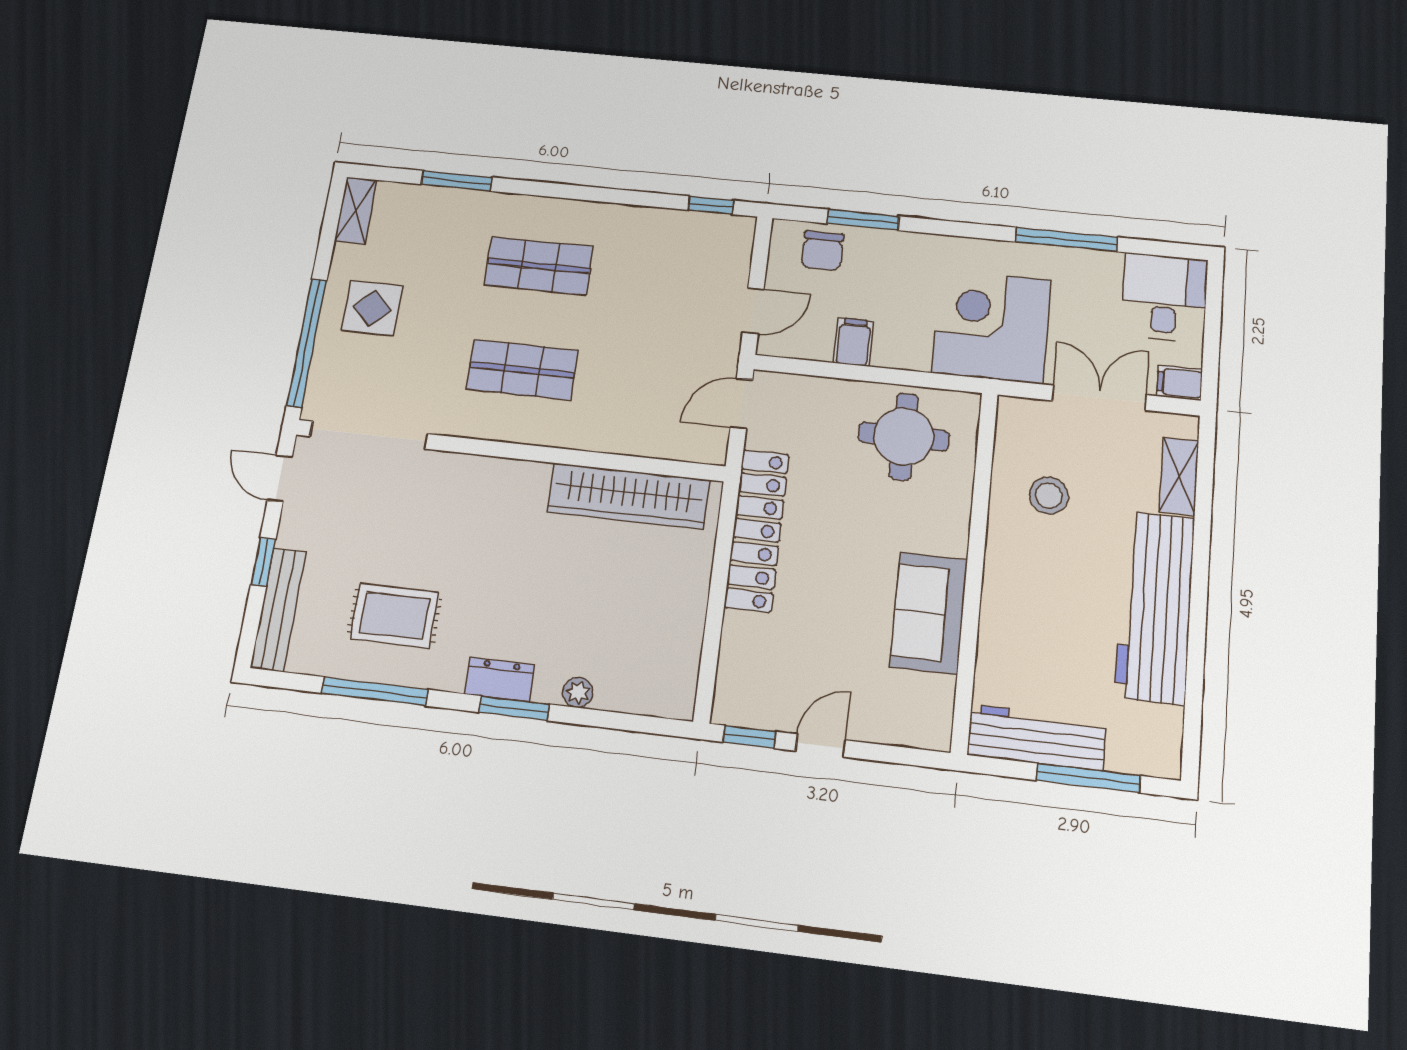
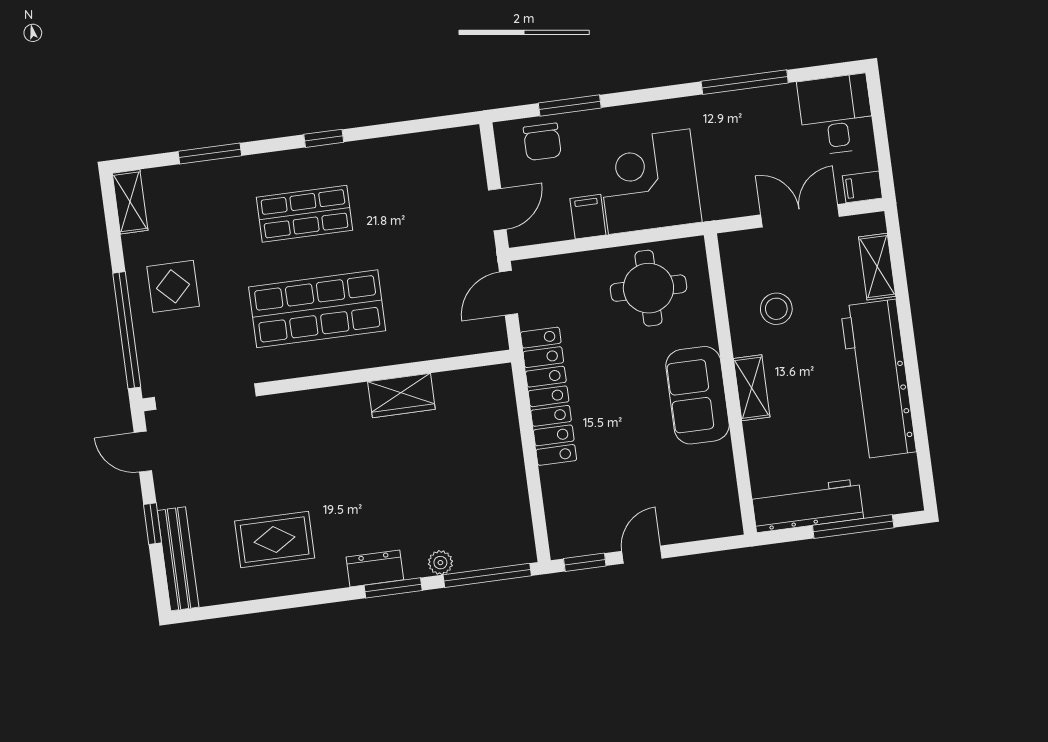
window: (711, 205) -> (324, 138), moved
corner desk: (992, 326) -> (649, 182), moved
shop shelf: (522, 370) -> (317, 309), width x1.43, depth x1.36
wardrobe: (628, 496) -> (401, 395), width x0.48, depth x0.85
shelving: (999, 580) -> (752, 388), added
sofa: (929, 613) -> (697, 395), moved
window: (375, 691) -> (487, 575), moved

